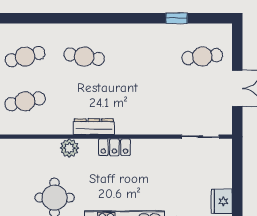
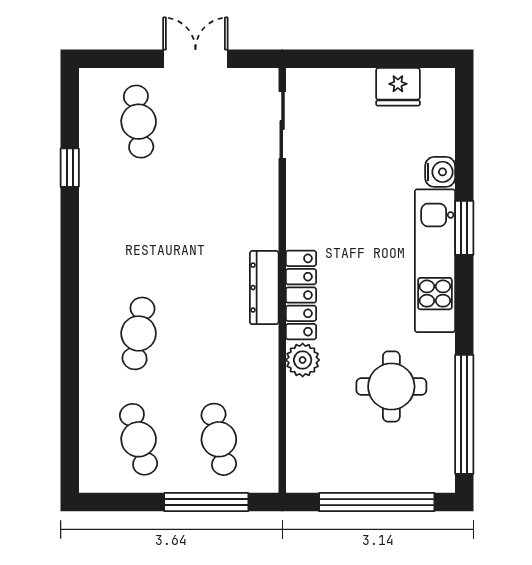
dresser: (94, 127) -> (264, 288), moved
locker: (114, 147) -> (301, 295), width x1.53

